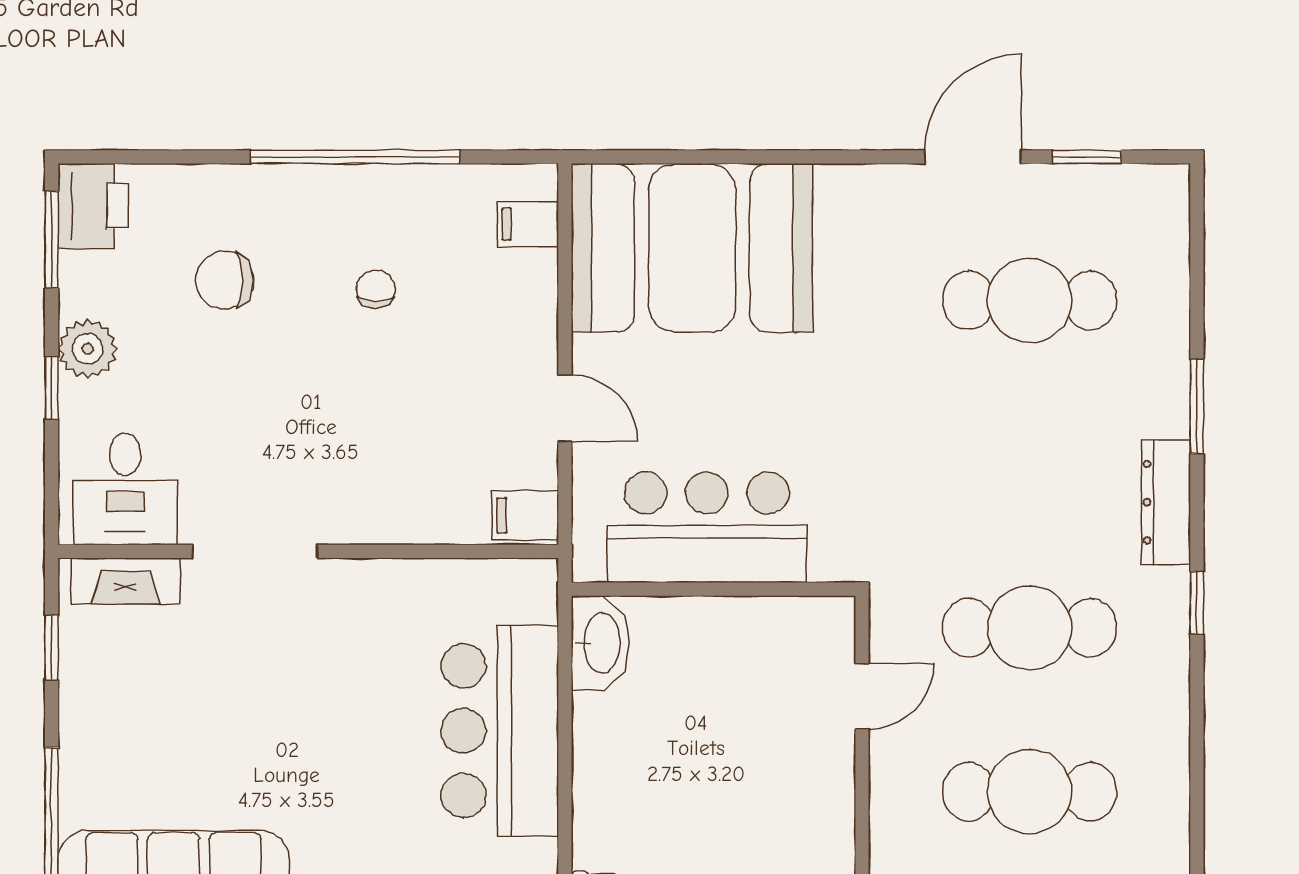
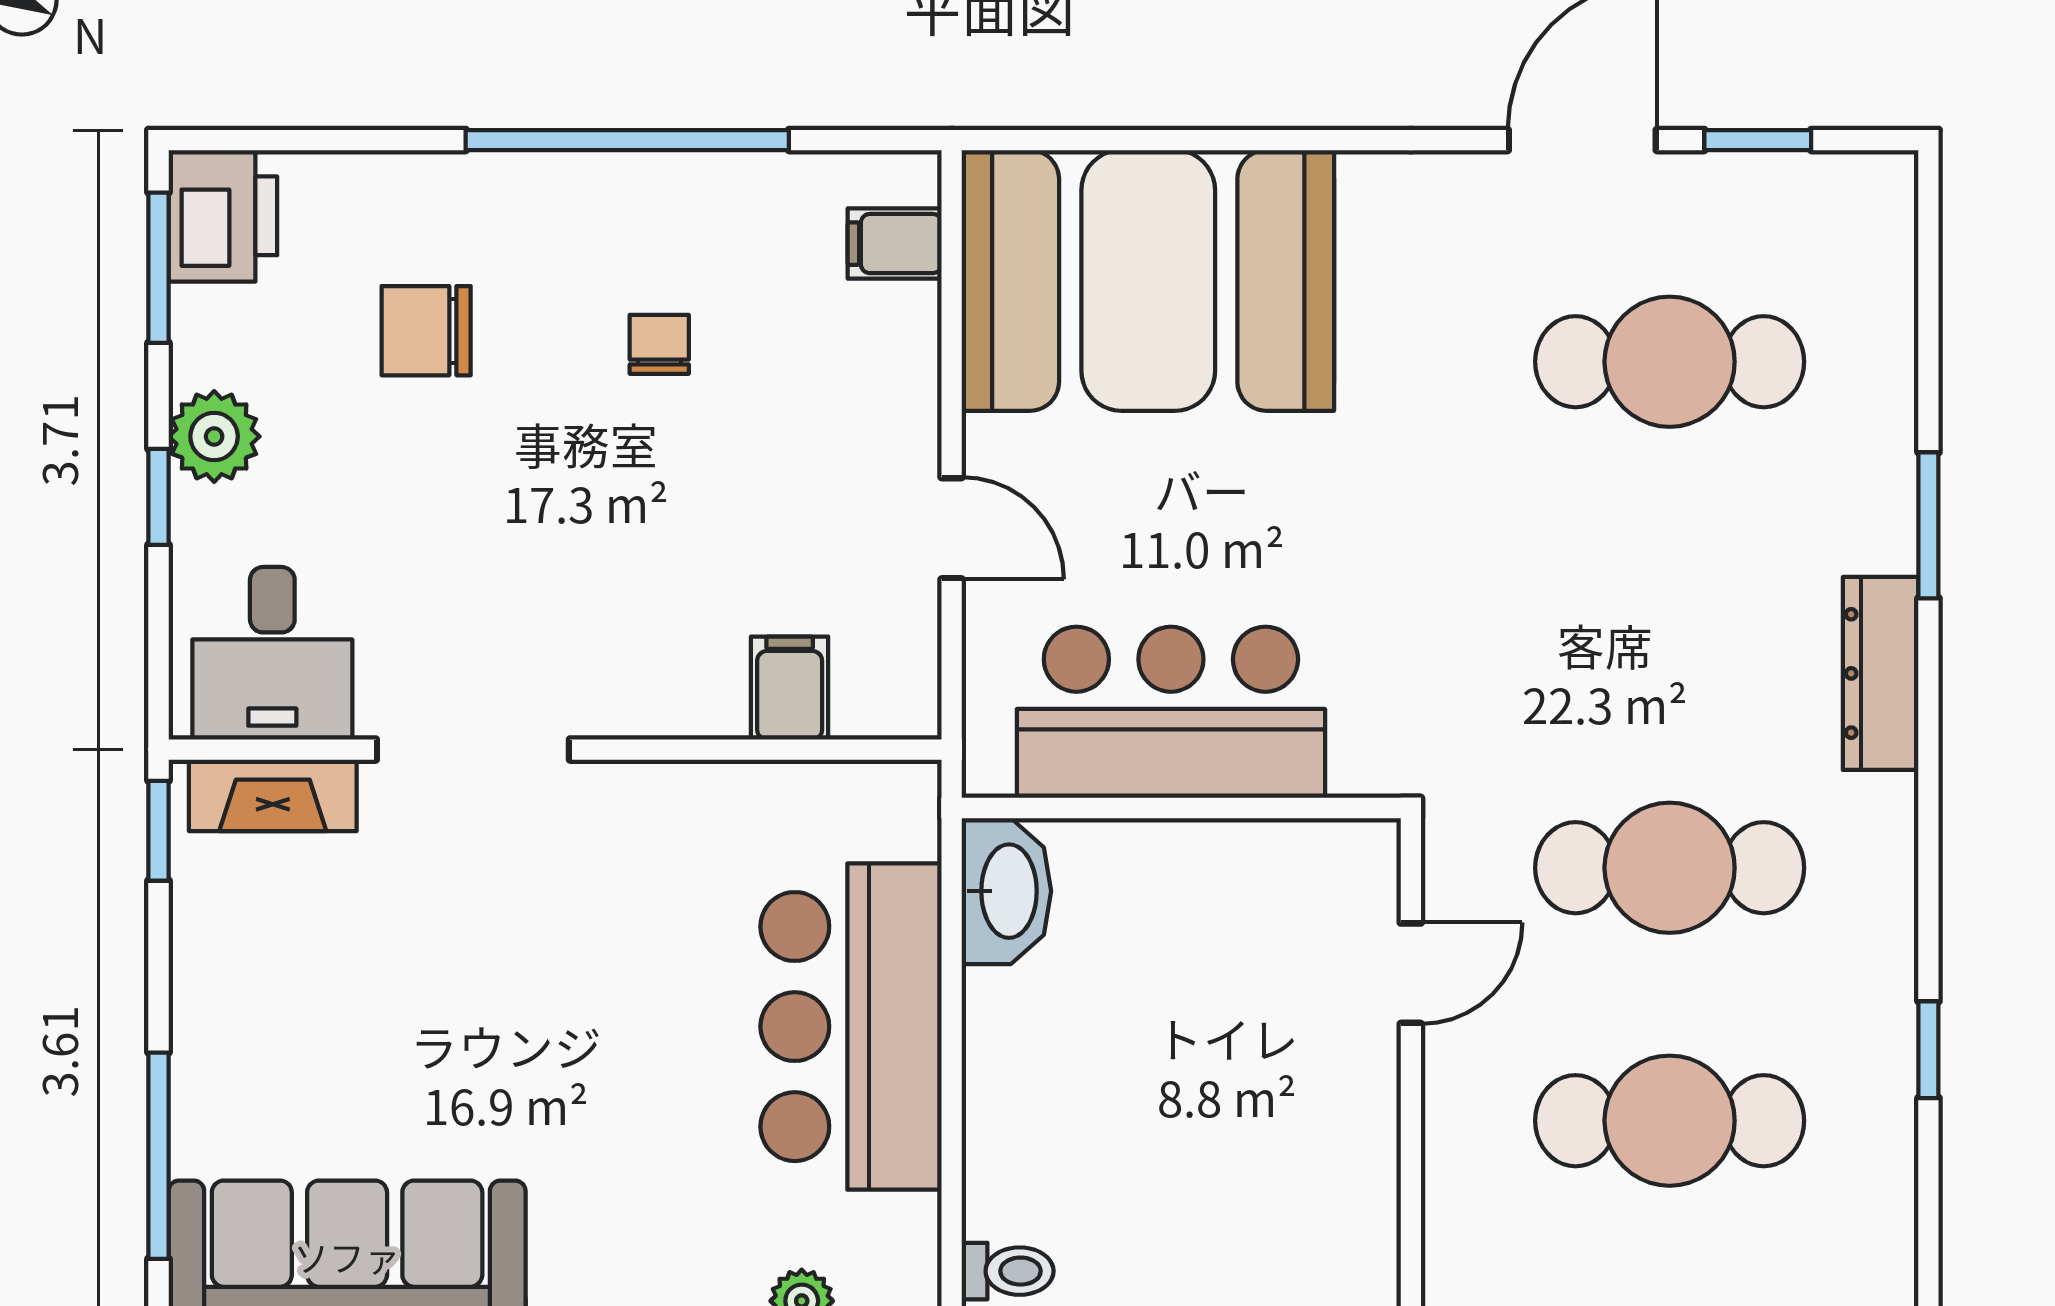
filing cabinet: (525, 515) -> (790, 688), moved, turned 90
window: (1197, 603) -> (1928, 1050), moved
window: (52, 648) -> (159, 831), moved

